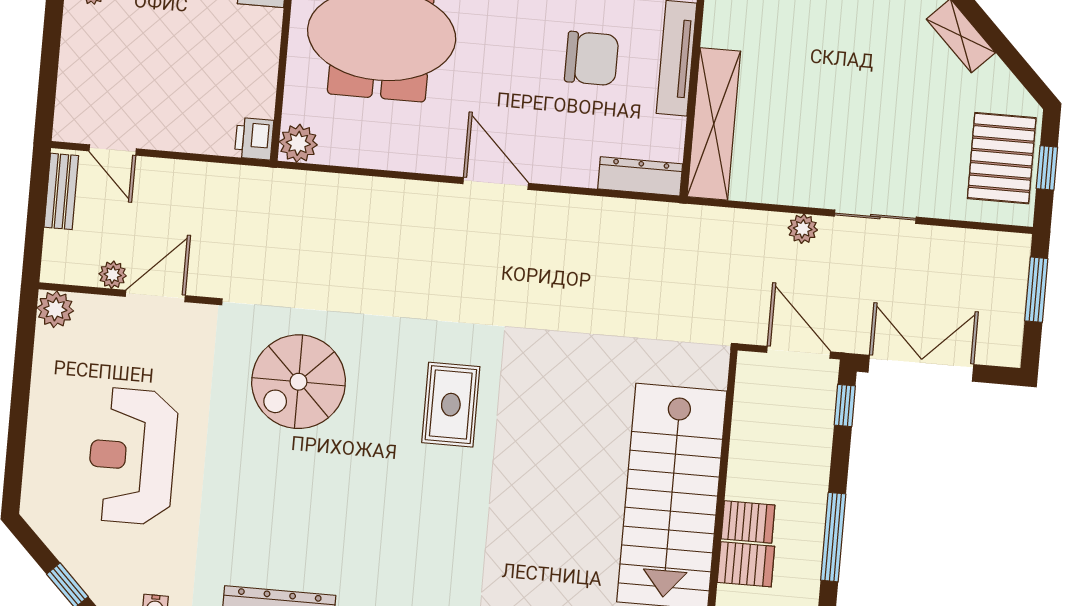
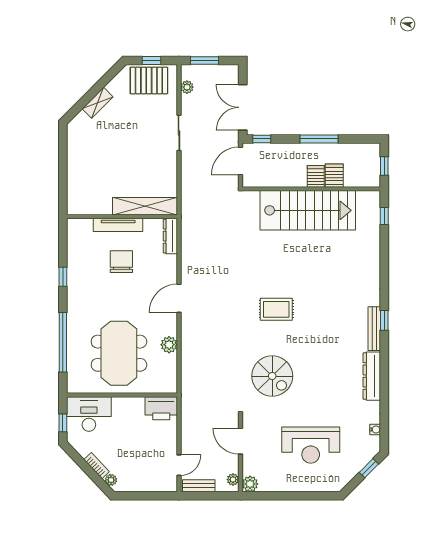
printer: (254, 139) -> (161, 408), width x1.87, depth x1.48
plant: (298, 143) -> (169, 345), moved
plant: (803, 229) -> (187, 87), moved
plant: (113, 275) -> (233, 480), moved

